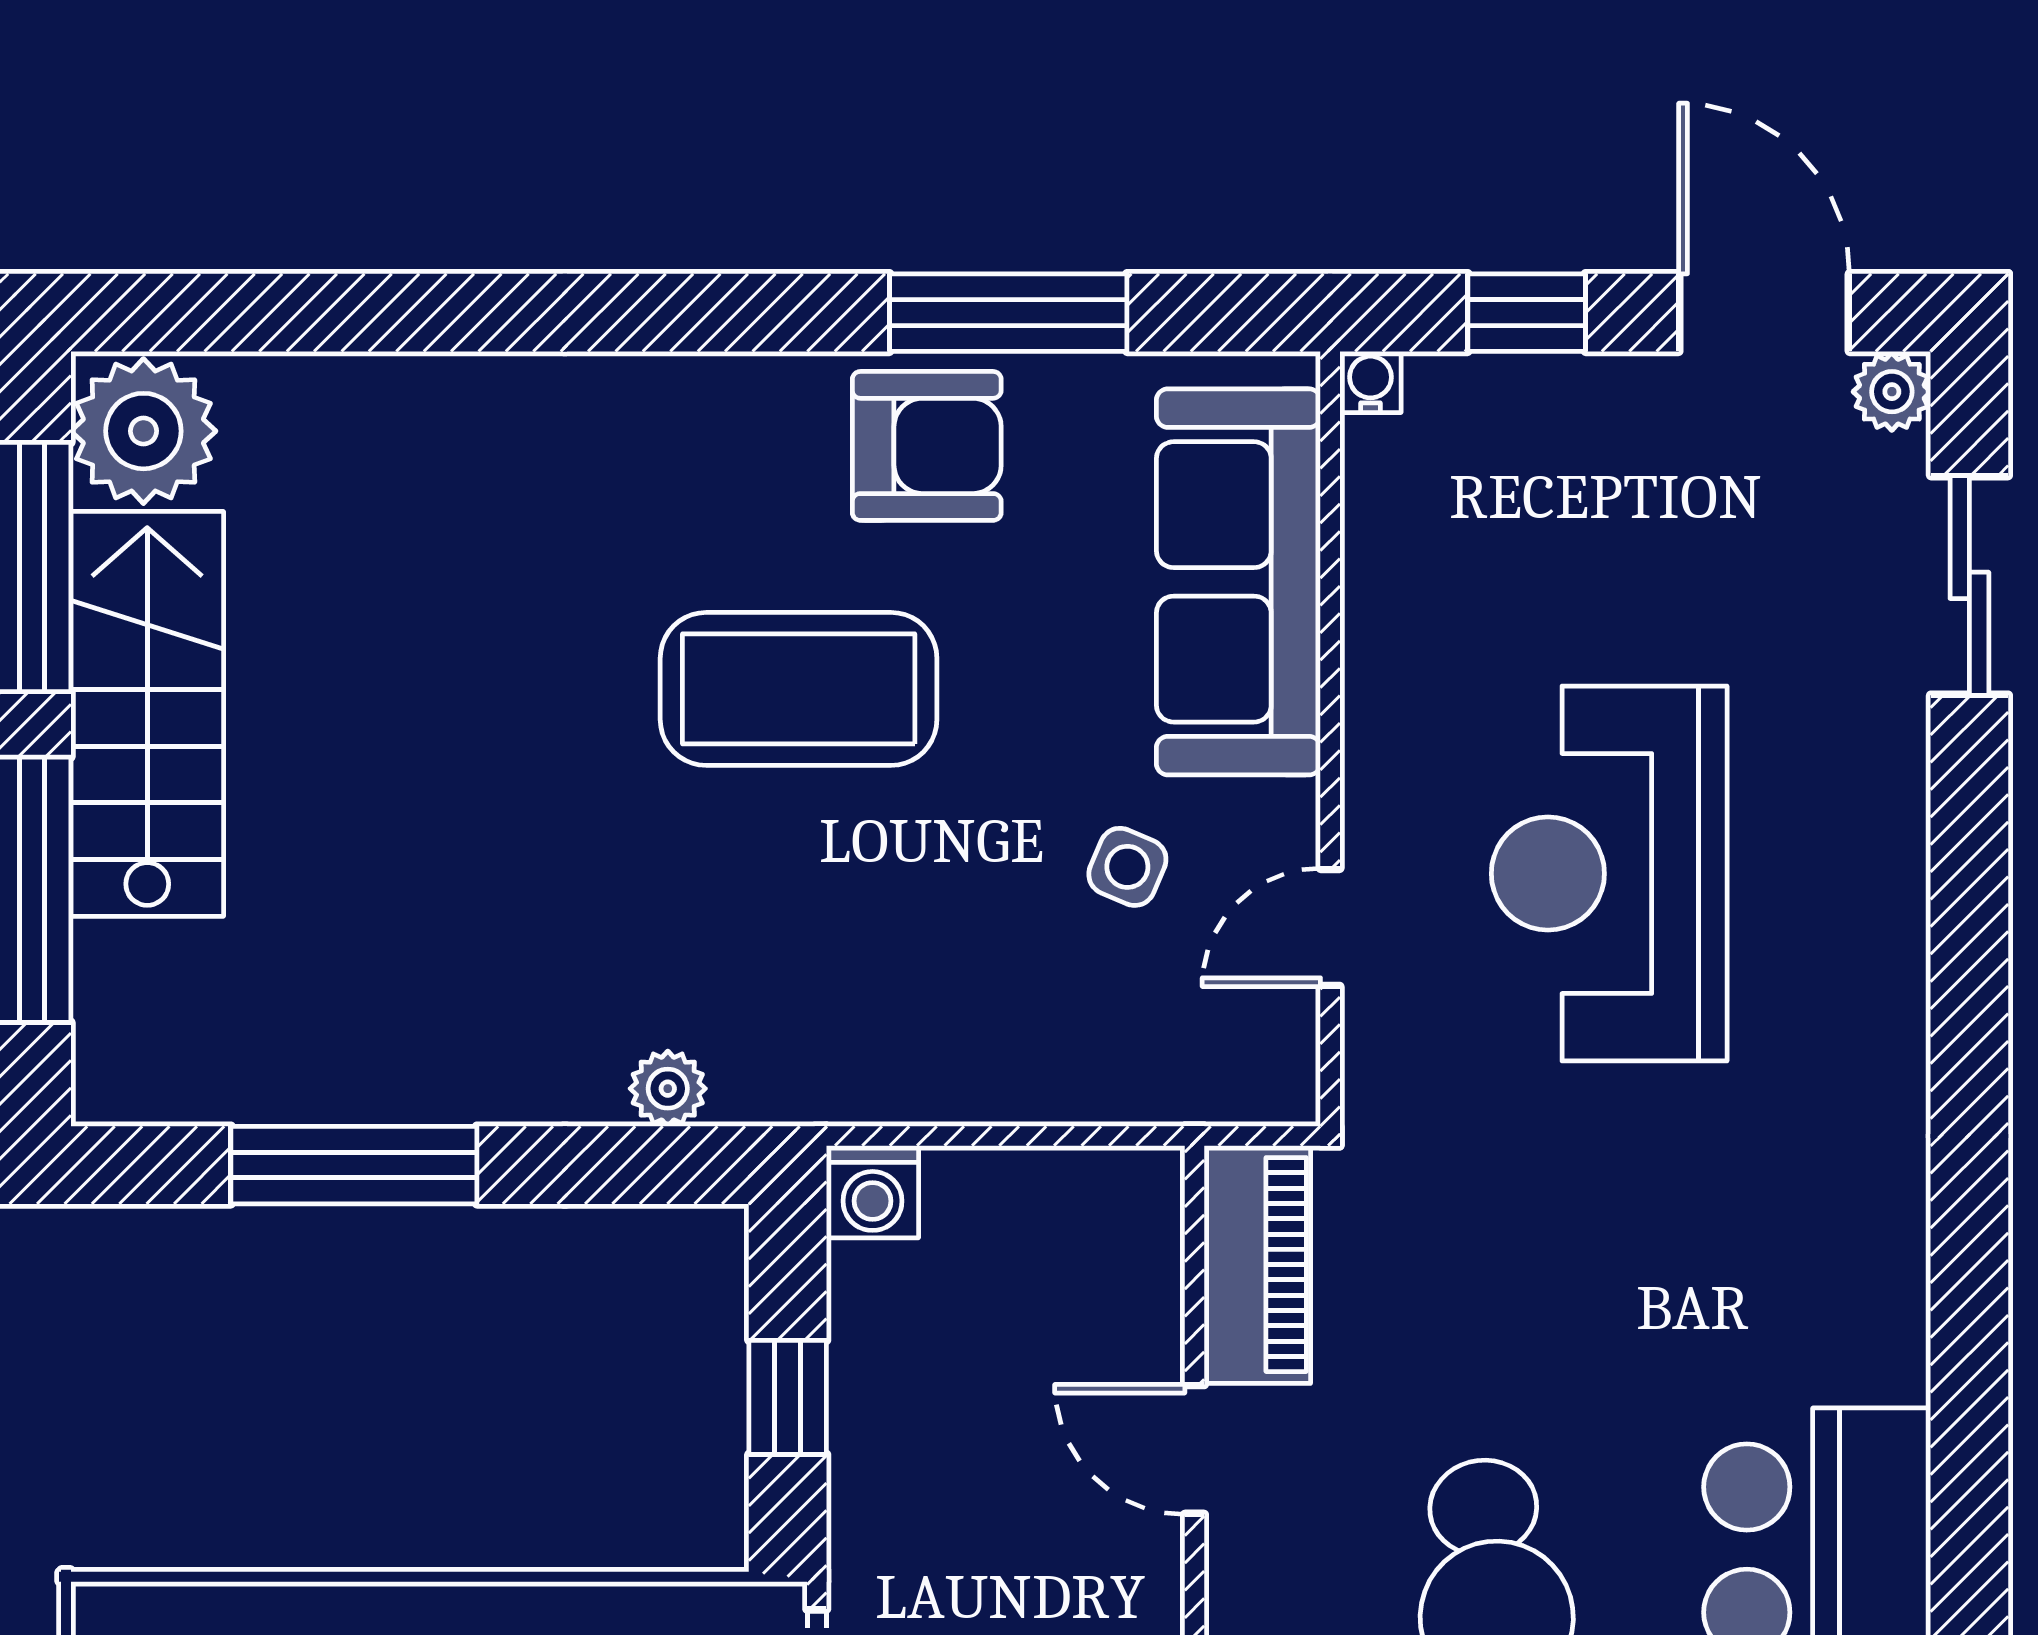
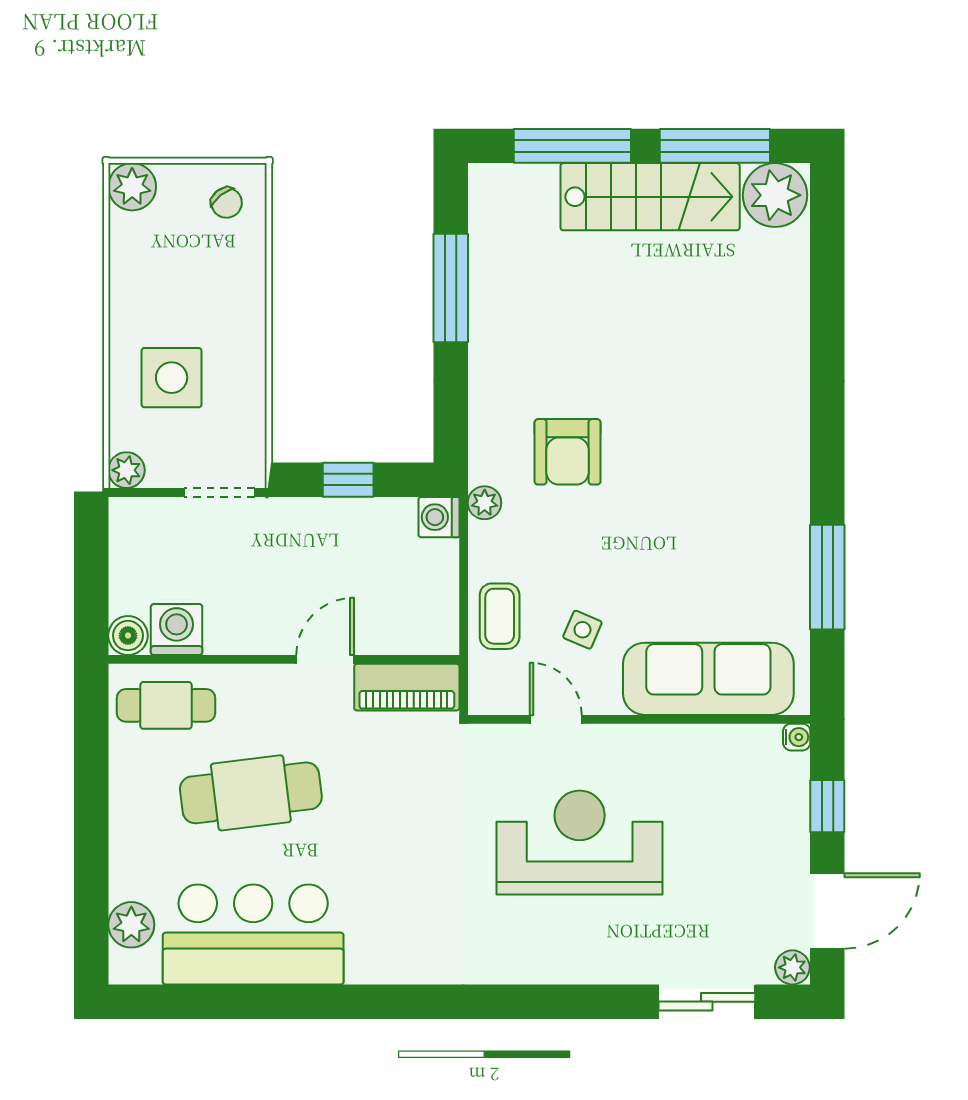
armchair: (927, 446) -> (568, 452), moved
coffee table: (799, 689) -> (500, 616), moved, width x0.54, depth x0.58
plant: (668, 1089) -> (485, 503), moved

